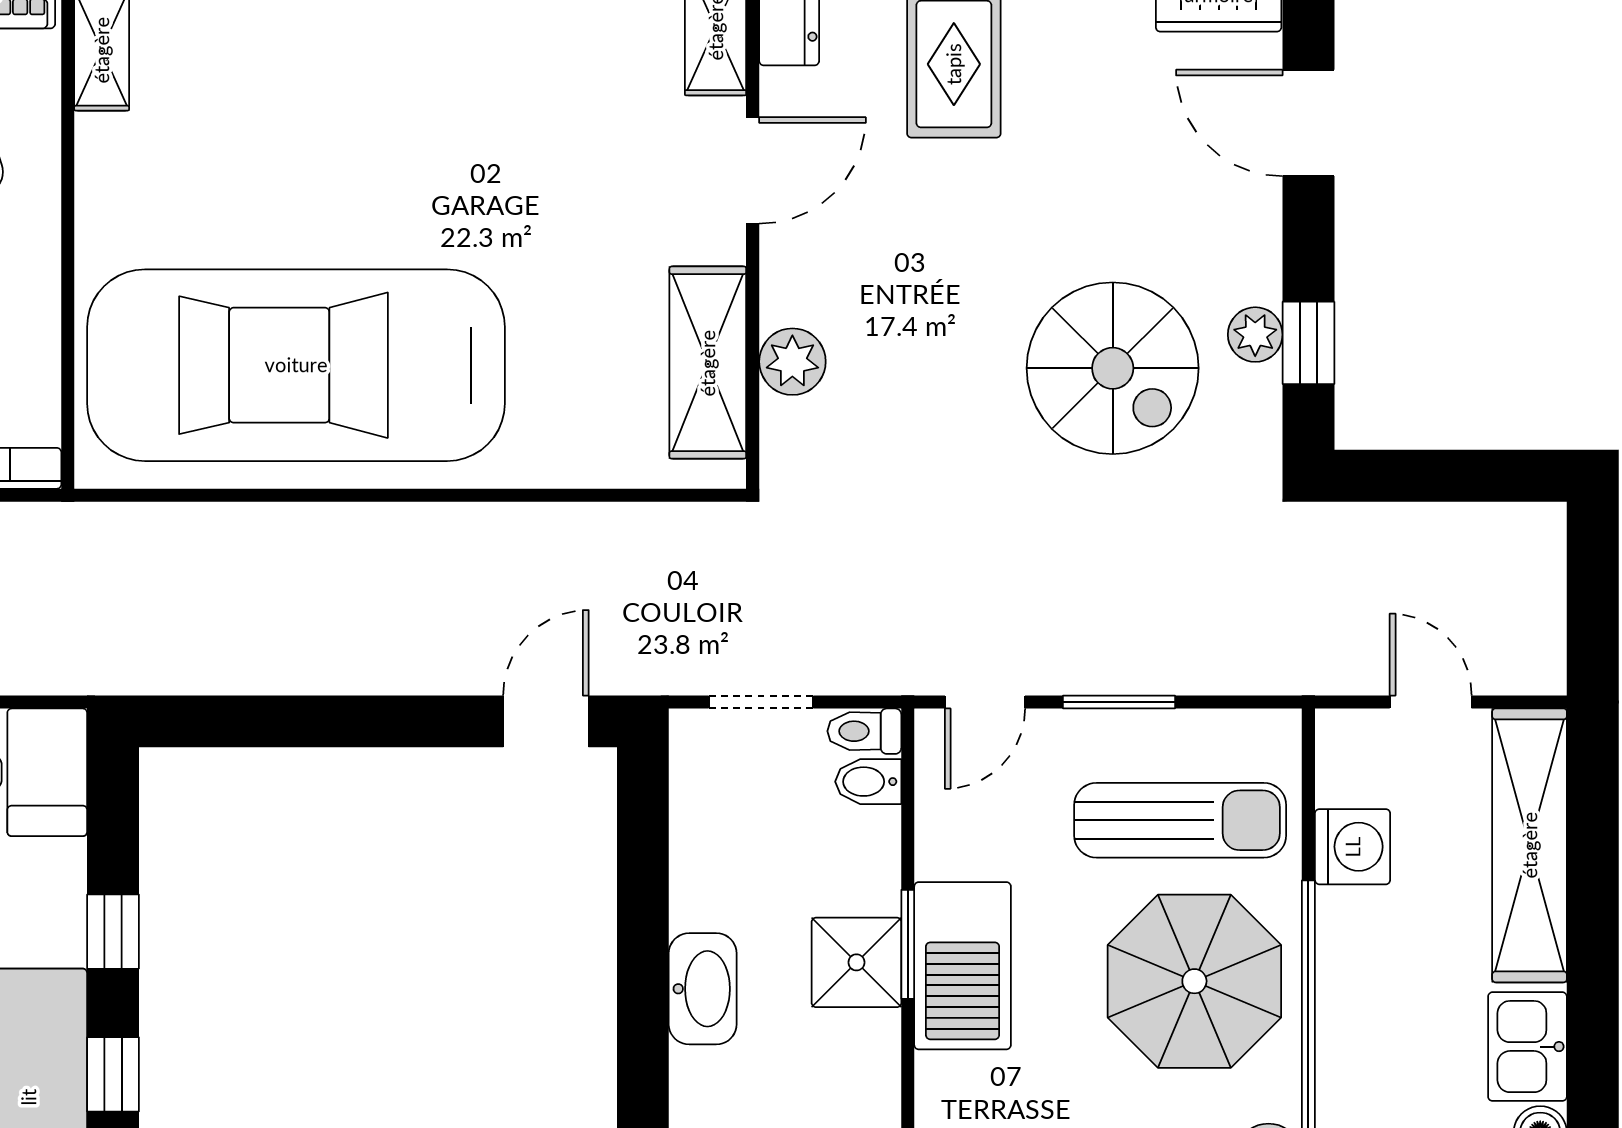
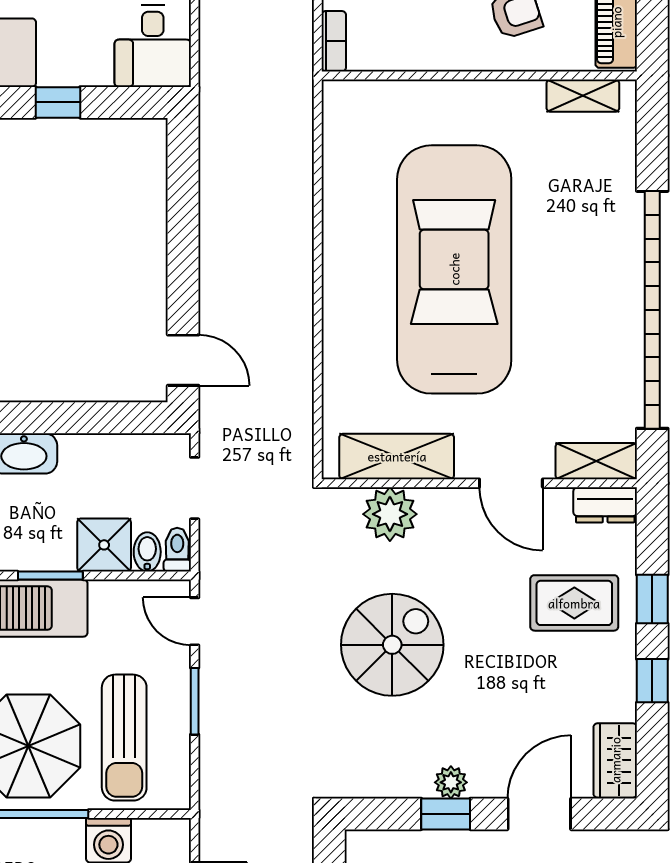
plant: (1255, 335) -> (451, 782), moved
window: (1308, 343) -> (446, 814), moved
plant: (792, 362) -> (390, 514), width x1.36, depth x1.36
car: (296, 365) -> (454, 269), moved
spiral stairs: (1113, 368) -> (392, 645), moved, turned 180
shower: (856, 962) -> (104, 545), moved

